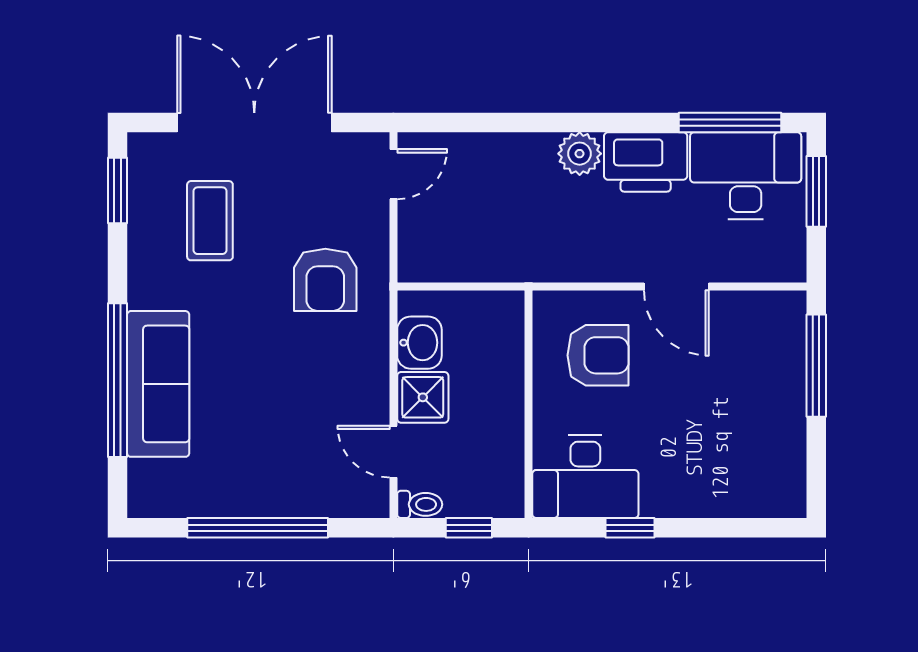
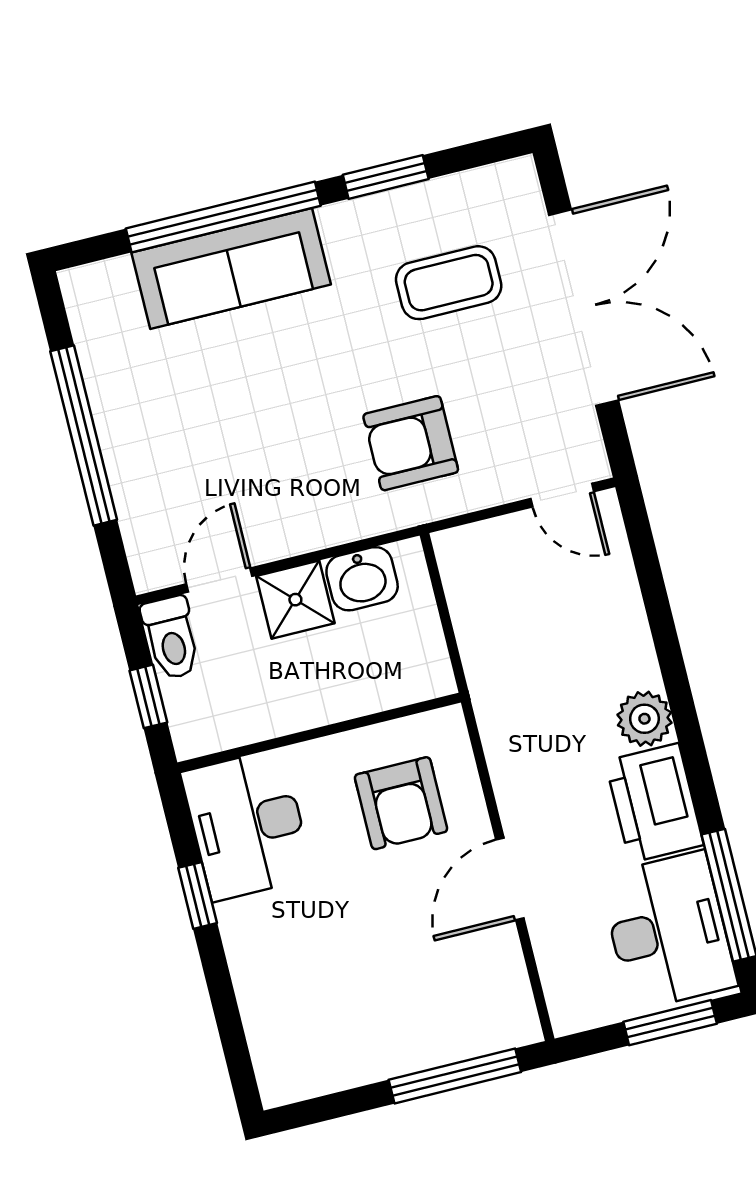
window: (117, 191) -> (386, 177), moved
toilet: (420, 504) -> (171, 638), width x1.37, depth x1.39

